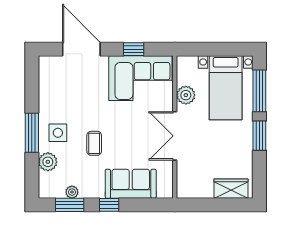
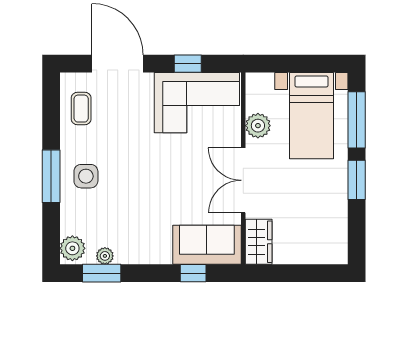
coffee table: (94, 143) -> (81, 109), moved
plant: (48, 162) -> (72, 248), moved
sofa: (131, 184) -> (207, 245), moved
wardrobe: (231, 189) -> (259, 242), moved, turned 90
window: (109, 205) -> (193, 273), moved

